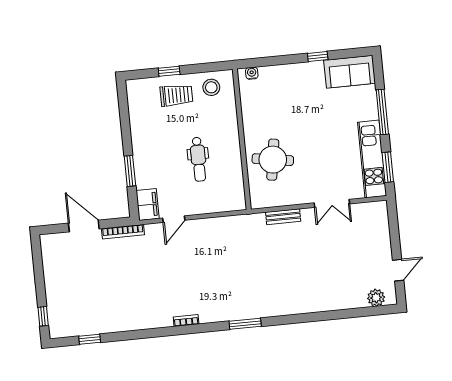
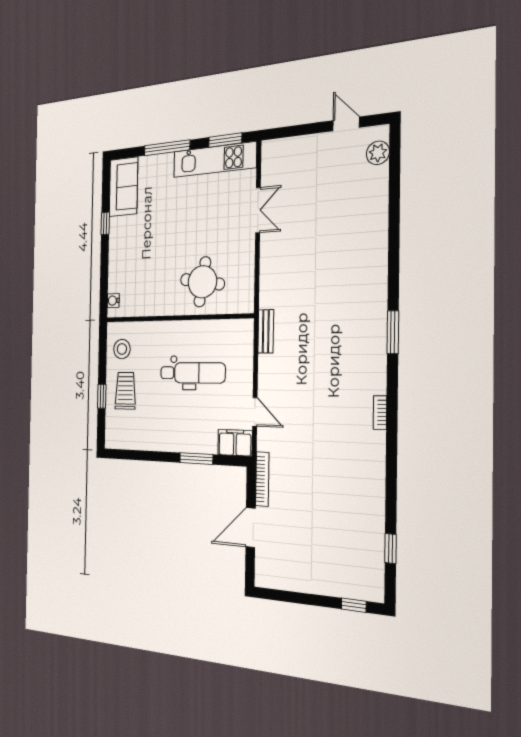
dental chair: (198, 159) -> (193, 373), width x1.36, depth x1.38
bench: (283, 217) -> (266, 331), moved

